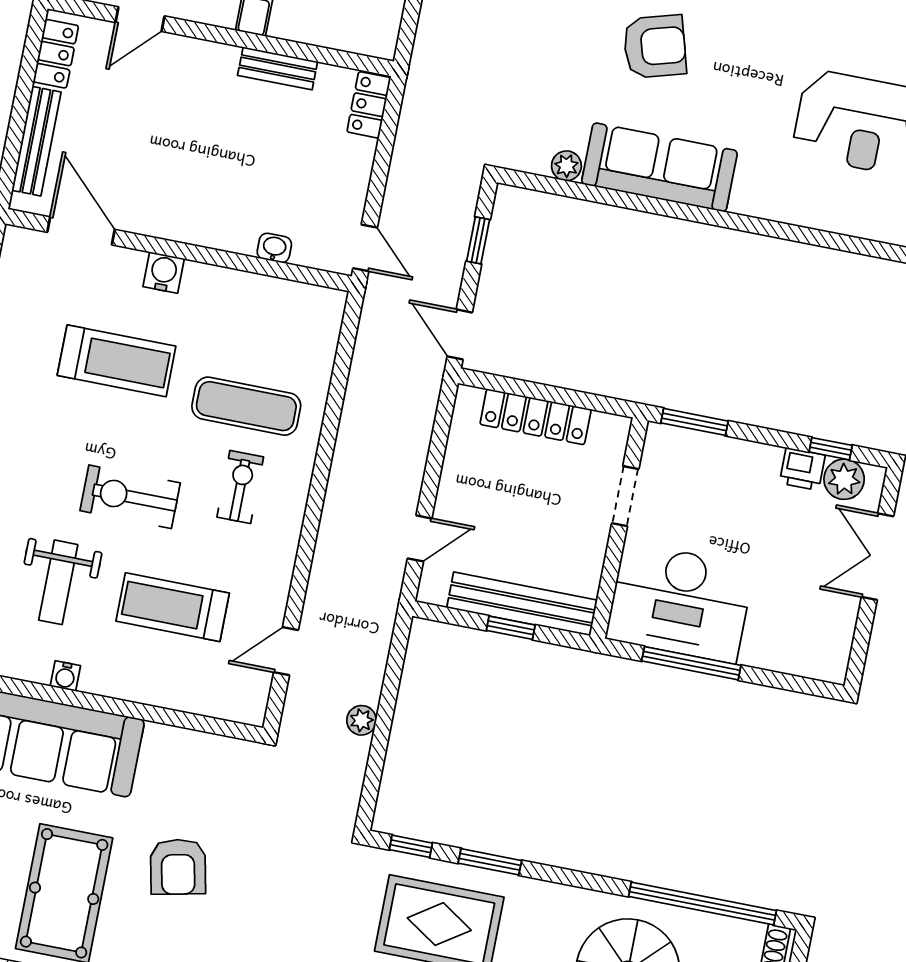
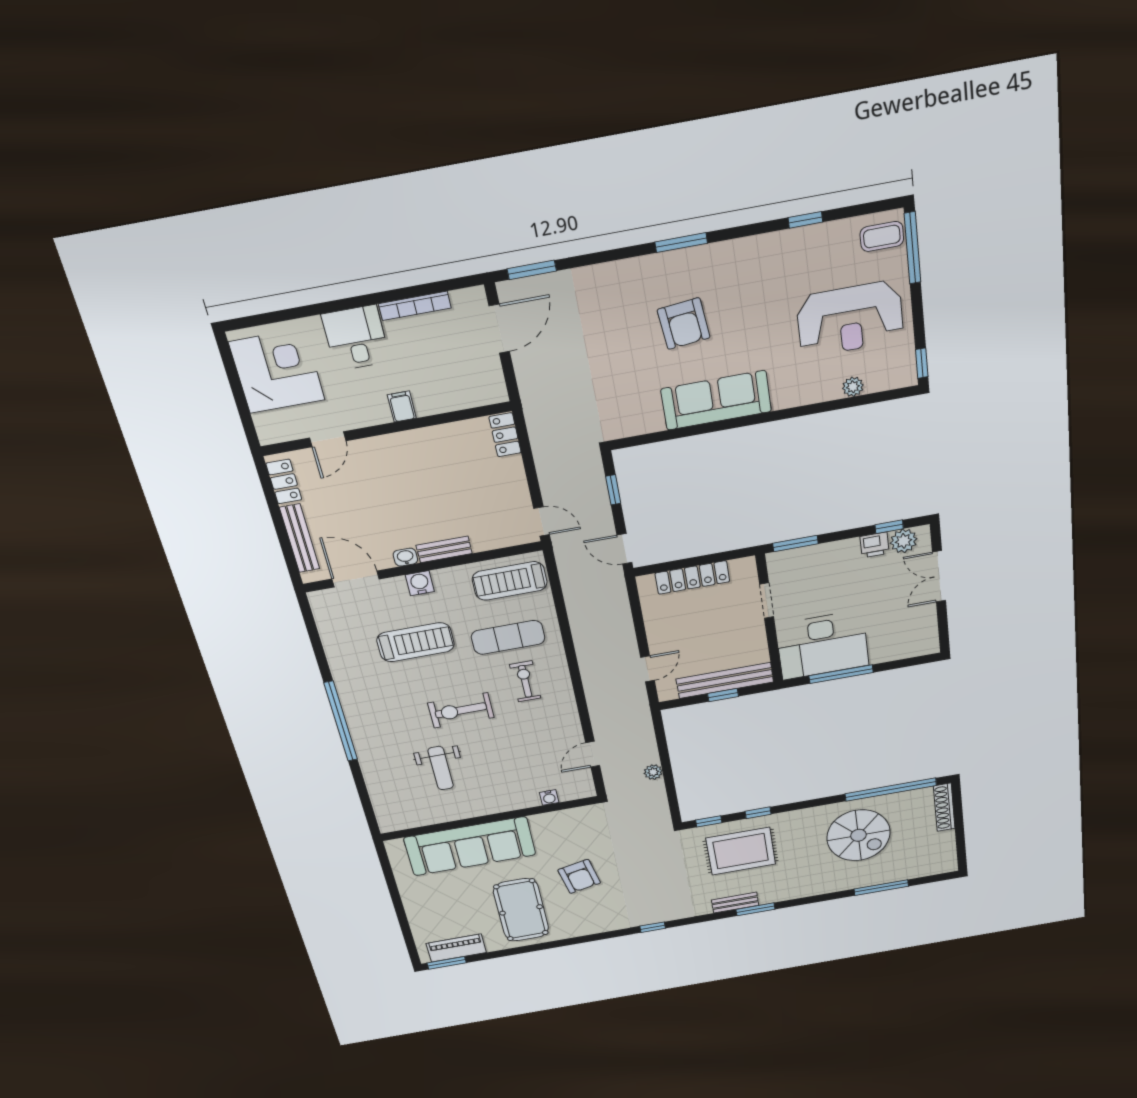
armchair: (655, 47) -> (684, 324), turned 100
bench: (278, 68) -> (444, 549), moved
plant: (566, 166) -> (853, 387), moved
washbasin: (274, 248) -> (405, 557), moved
treadmill: (173, 607) -> (510, 581), moved
water cooler: (65, 676) -> (549, 797), moved
window: (490, 862) -> (758, 813), width x0.67

